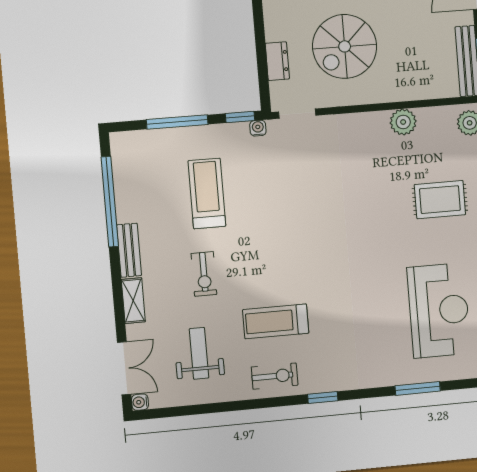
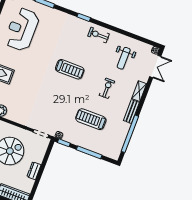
dresser: (277, 61) -> (34, 171), moved
treadmill: (207, 193) -> (91, 119), turned 90
treadmill: (276, 321) -> (70, 69), moved
double door: (124, 368) -> (155, 66), swing flipped

